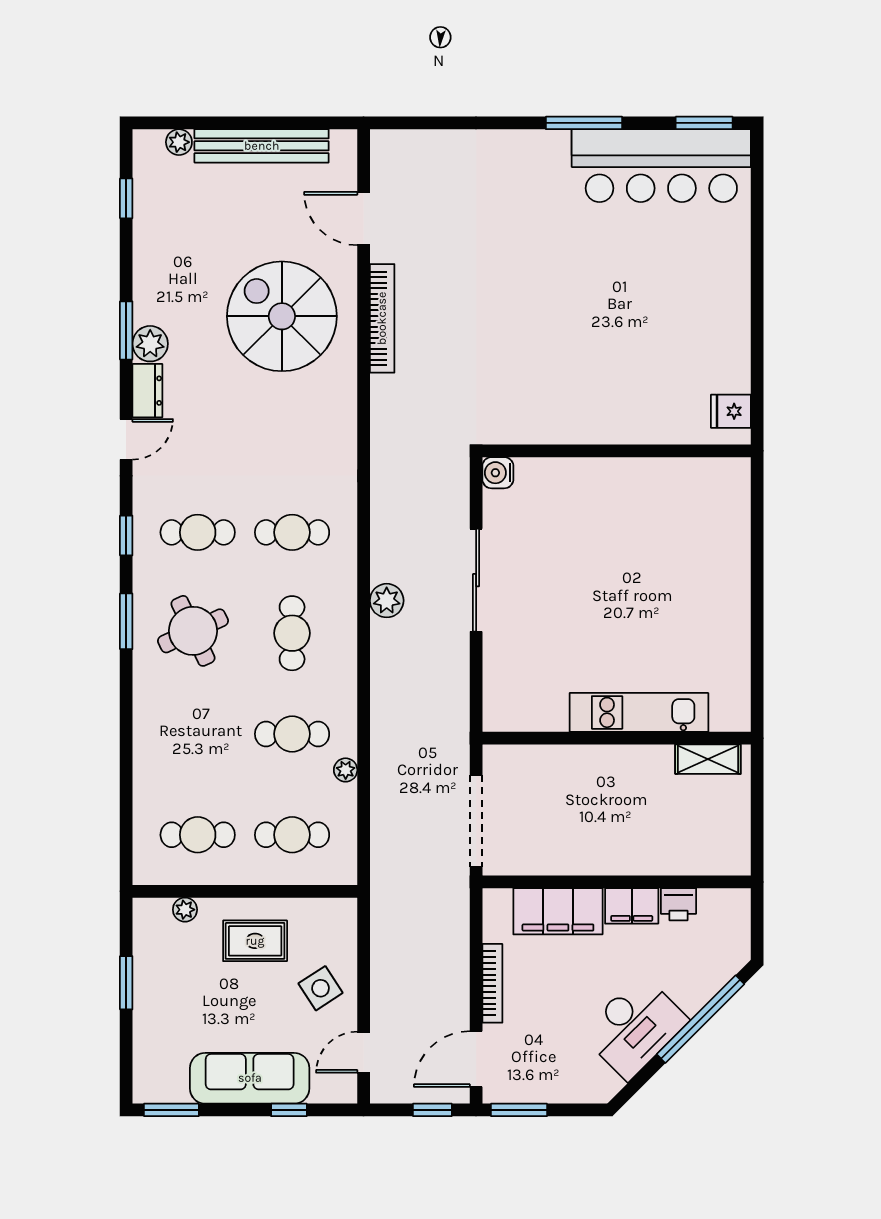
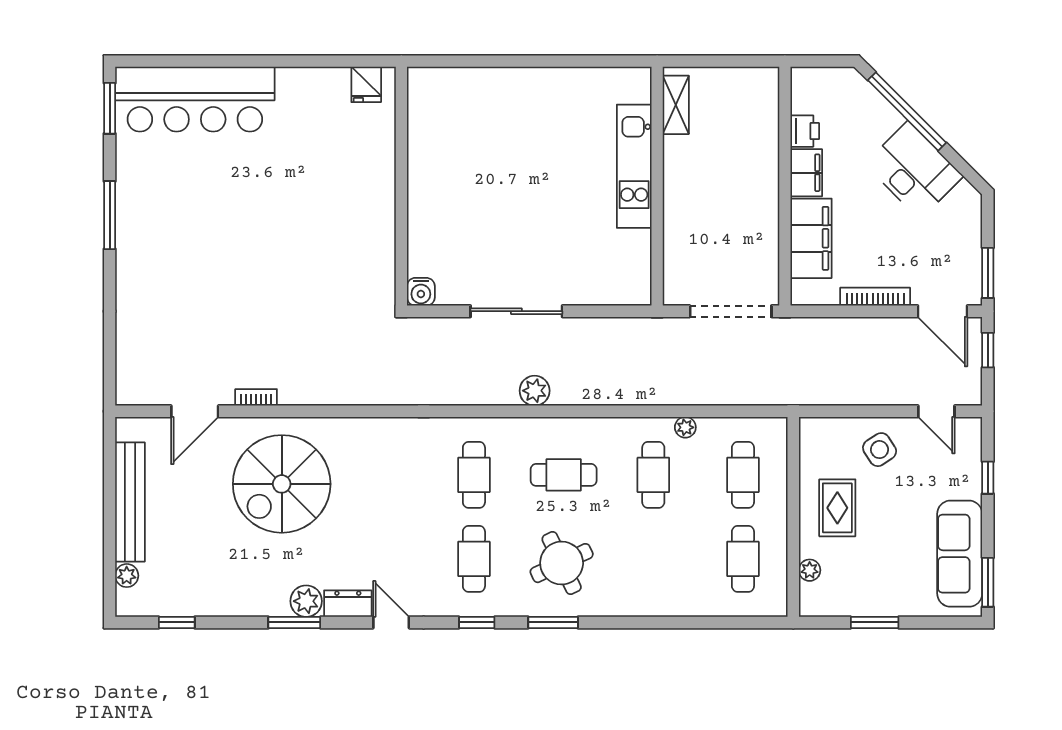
bar counter: (661, 166) -> (195, 99), moved, turned 90
bookcase: (382, 318) -> (256, 397), width x0.43, depth x0.76
sofa: (250, 1078) -> (960, 554), moved

